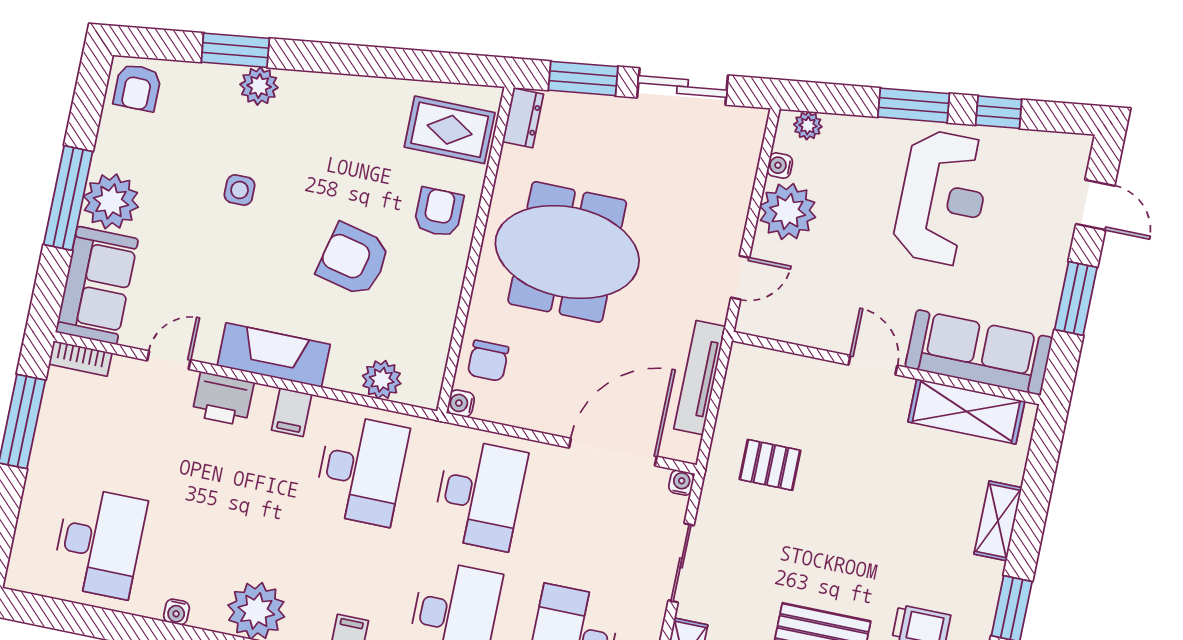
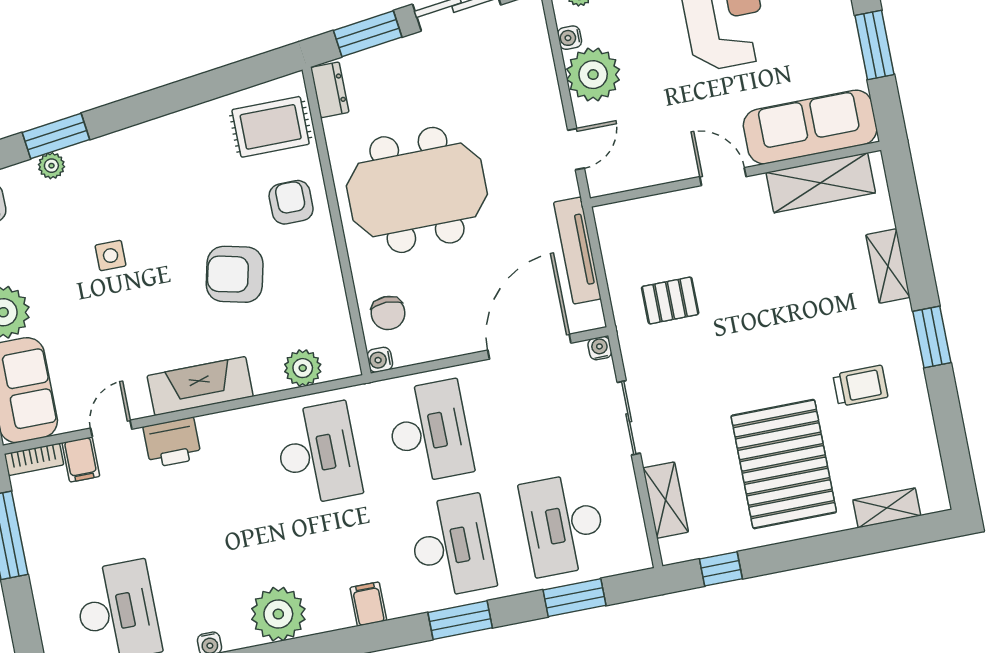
plant: (259, 86) -> (51, 166), moved, width x0.73, depth x0.73
filing cabinet: (292, 412) -> (81, 459), moved

